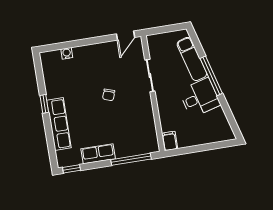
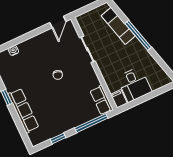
desk: (200, 98) -> (134, 84), moved, turned 105
row of seats: (98, 154) -> (101, 100), moved, turned -90
window: (71, 169) -> (58, 138), moved

